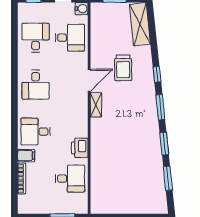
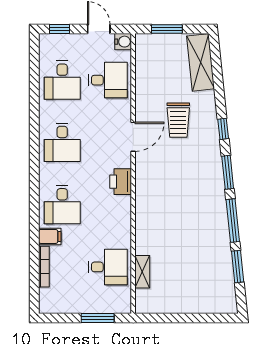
desk: (36, 38) -> (62, 80), turned 180
shelving: (96, 105) -> (142, 272), moved
desk: (36, 132) -> (62, 205), turned -90
window: (164, 144) -> (233, 221), width x1.44
printer: (80, 148) -> (121, 182), moved

